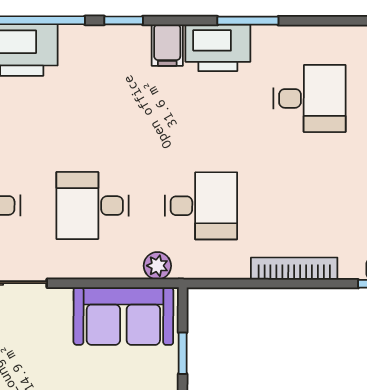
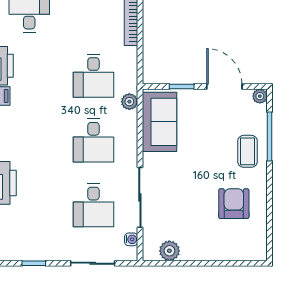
desk: (201, 206) -> (93, 76), turned 180

